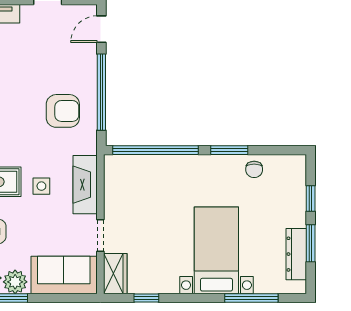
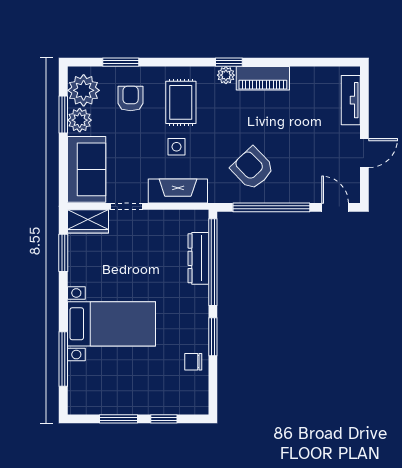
armchair: (63, 111) -> (252, 168), turned 136
dresser: (296, 254) -> (198, 258), moved, turned -90
window: (146, 298) -> (63, 253), width x1.50

